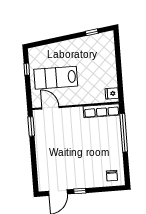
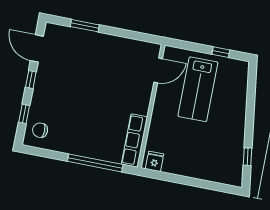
lab bench: (56, 78) -> (198, 89), turned 180
window: (31, 126) -> (85, 26), moved
window: (104, 189) -> (24, 114), added

